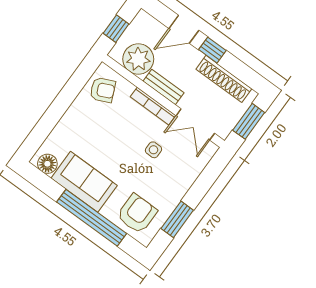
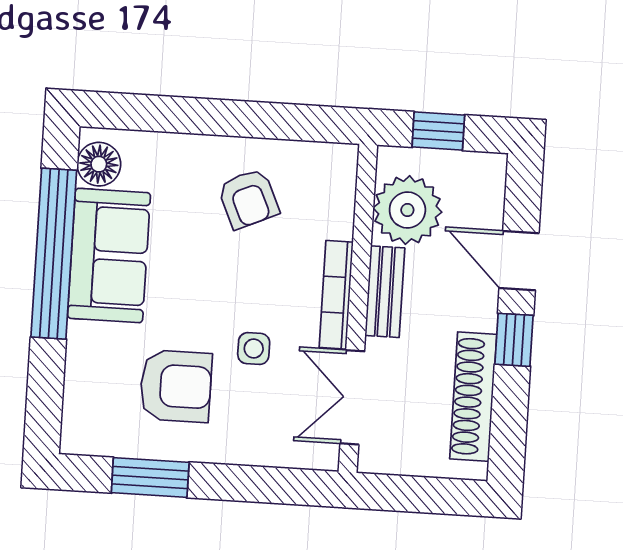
armchair: (103, 90) -> (248, 199), moved
window: (249, 121) -> (423, 495), removed
armchair: (137, 214) -> (176, 386), moved
window: (92, 218) -> (54, 254), moved

